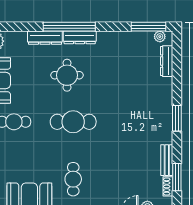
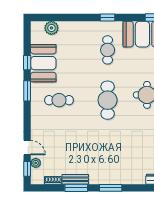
window: (177, 177) -> (76, 188), moved

